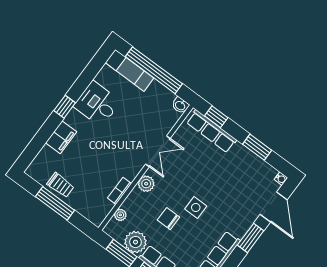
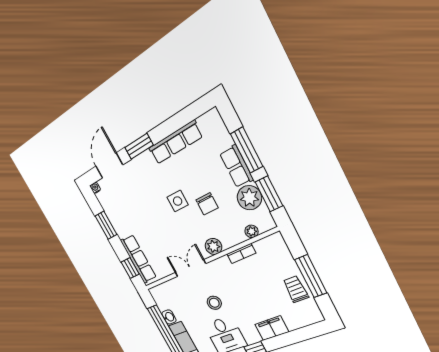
washbasin: (180, 105) -> (169, 317), moved
stool: (122, 130) -> (214, 303), added

